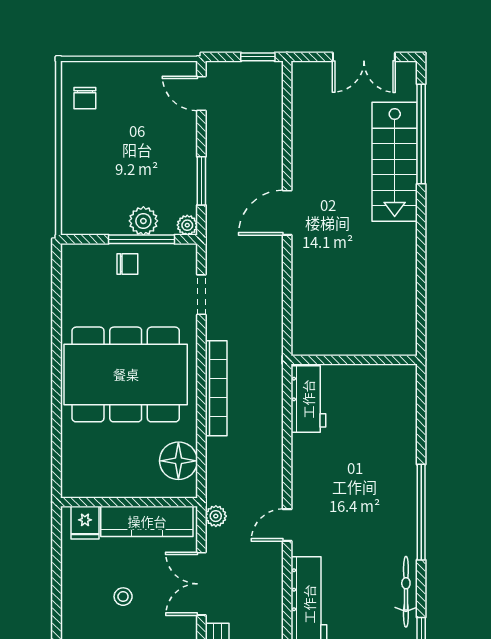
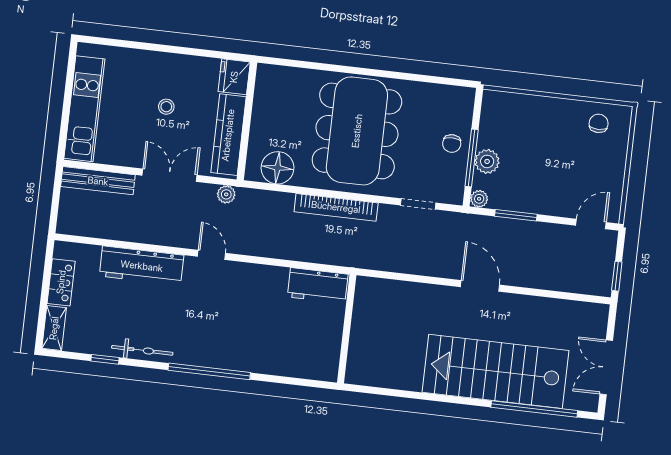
chair: (85, 98) -> (599, 123), turned 90
stairs: (395, 162) -> (495, 371), width x1.36, depth x1.51
fridge: (85, 523) -> (234, 77), width x1.38

